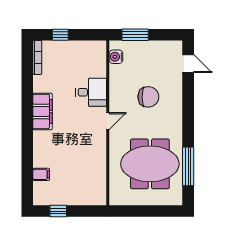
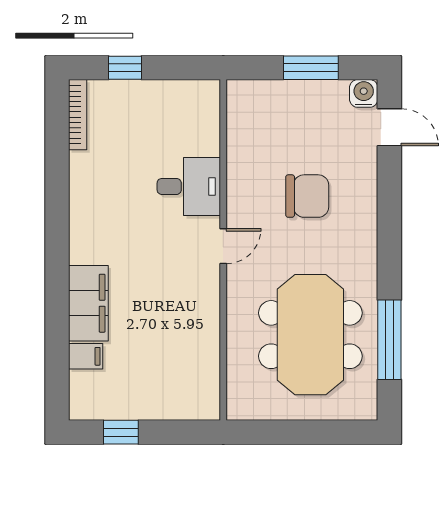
window: (135, 35) -> (311, 68), moved
water cooler: (116, 57) -> (364, 93), moved, turned 90
filing cabinet: (42, 111) -> (88, 303), moved
meeting table: (150, 164) -> (310, 335), turned 90

